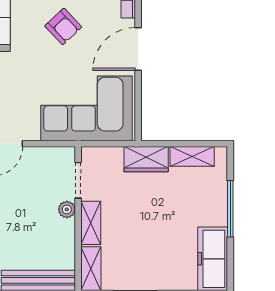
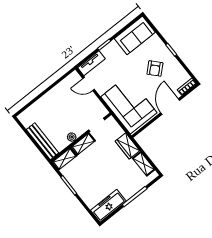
door: (138, 49) -> (170, 107), hinge flipped
plant: (67, 209) -> (72, 137), moved

